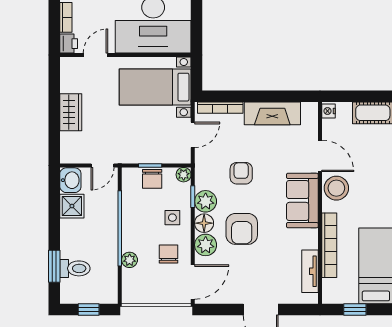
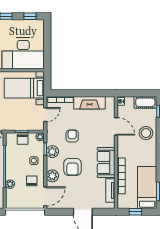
stool: (336, 188) -> (146, 133), moved
sofa: (302, 200) -> (106, 162), moved
floor lamp: (204, 223) -> (52, 164), removed

